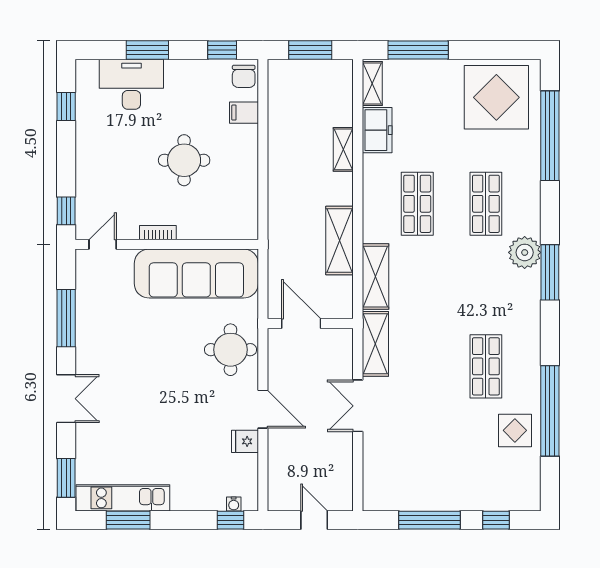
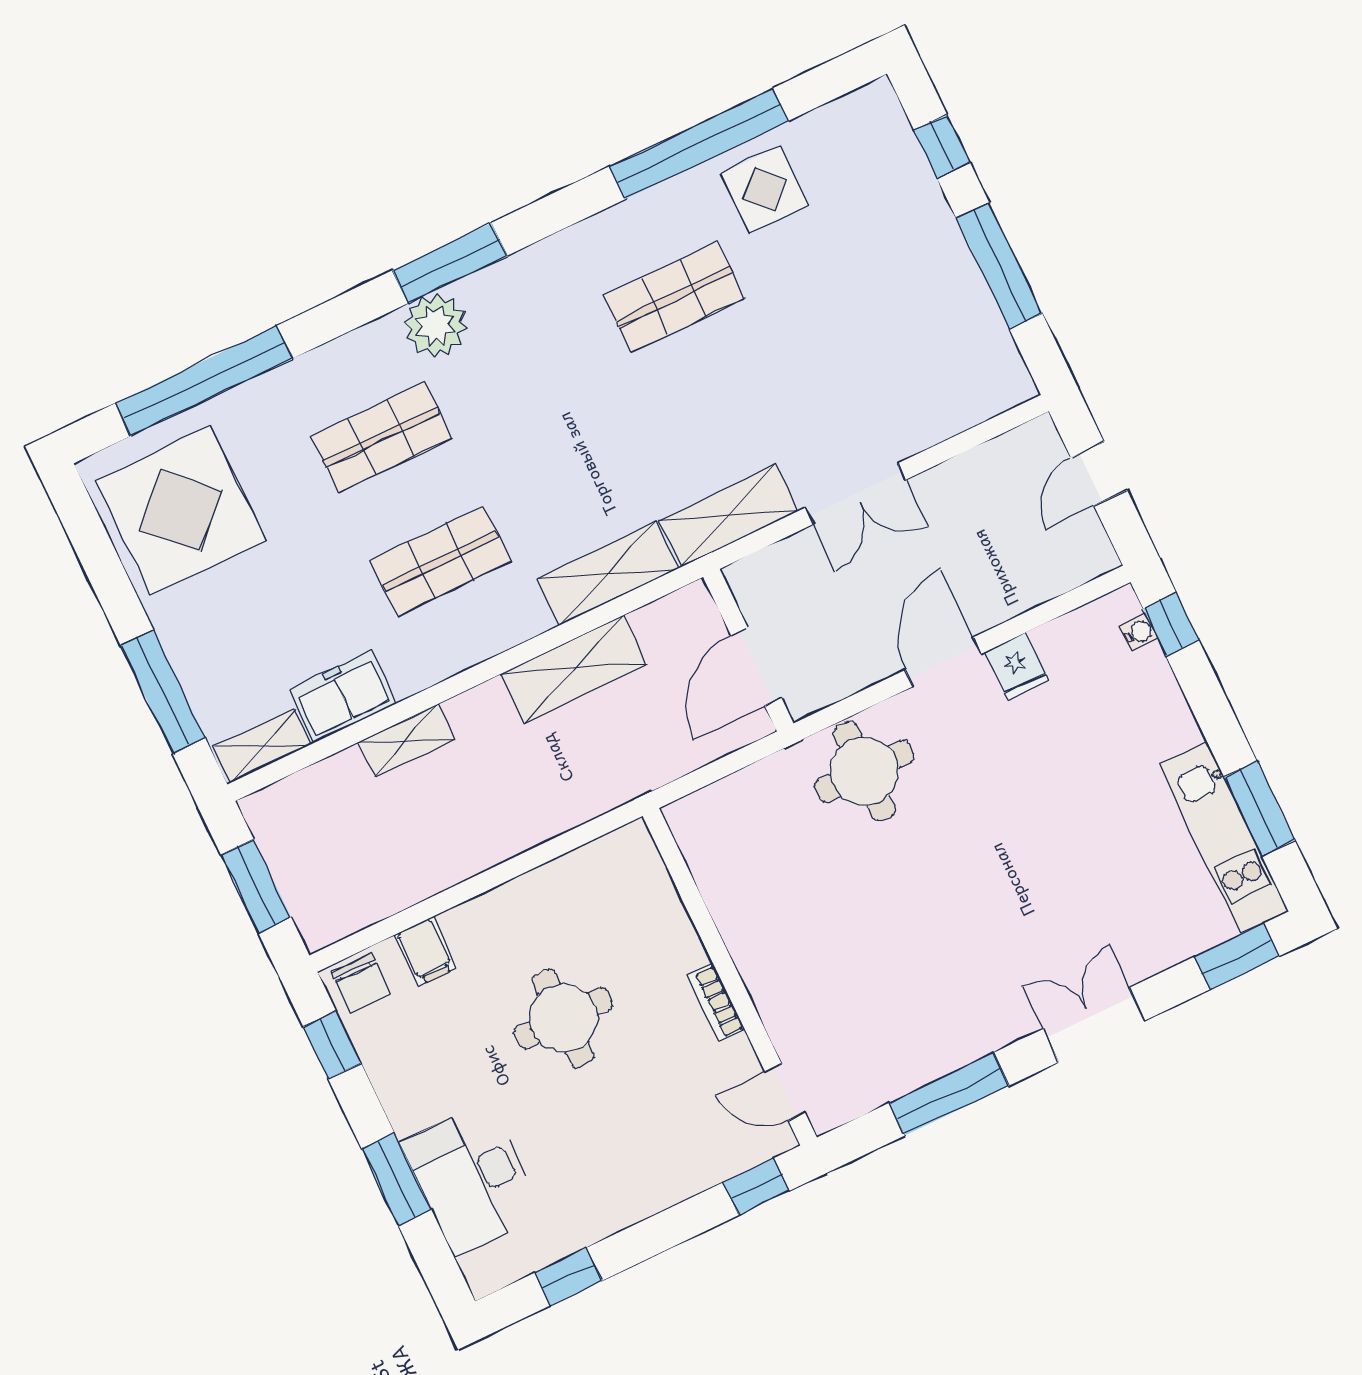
chair: (244, 76) -> (361, 983), turned 90
sofa: (196, 274) -> (757, 898), removed

